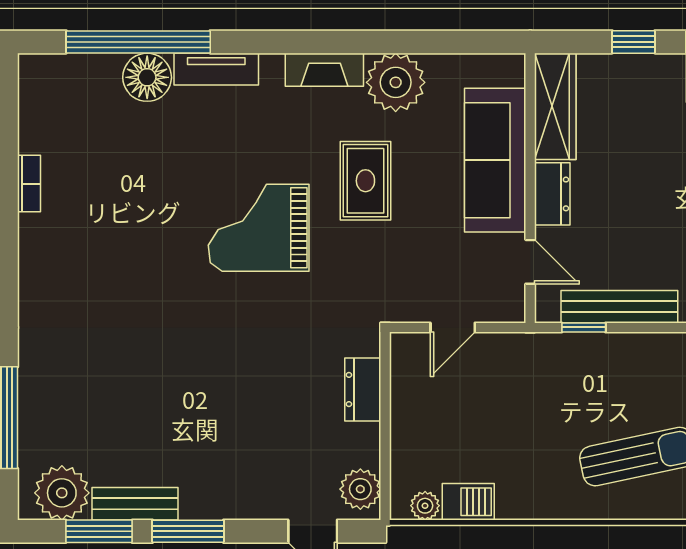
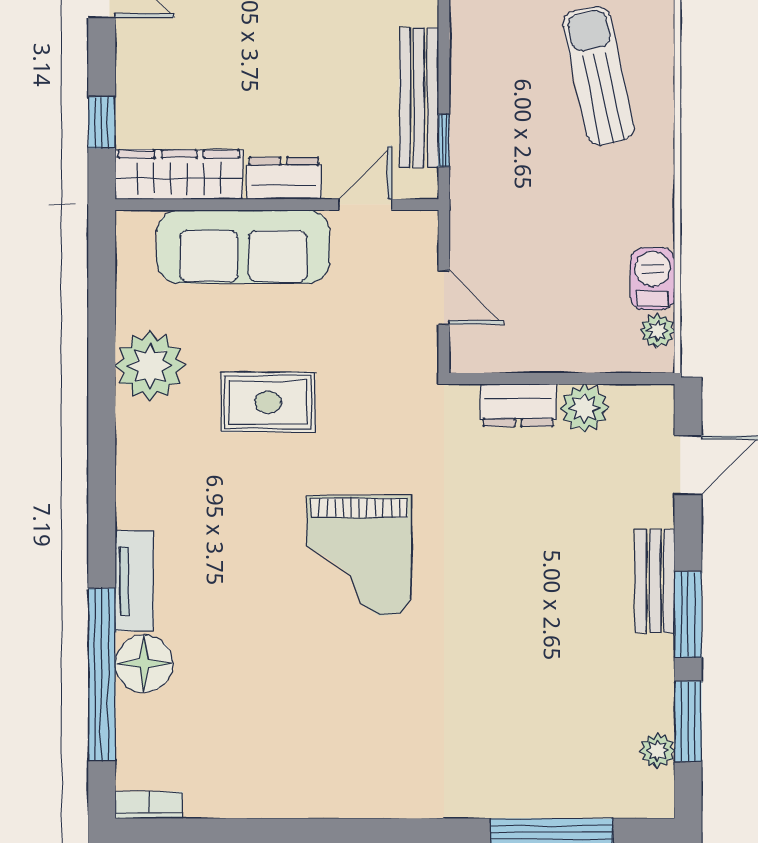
window: (633, 42) -> (102, 123), moved
fireplace: (324, 70) -> (135, 451), removed
bookcase: (29, 184) -> (149, 805), moved
grand piano: (259, 228) -> (359, 556), moved
plant: (360, 489) -> (584, 408), moved
plant: (62, 493) -> (657, 751), width x0.53, depth x0.53
bench: (135, 504) -> (655, 581), moved

